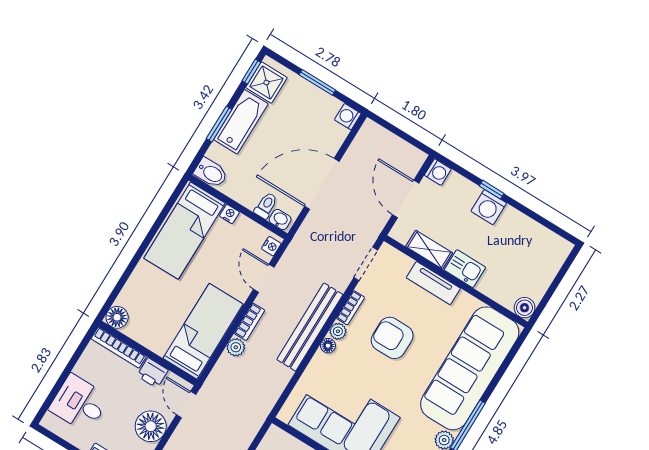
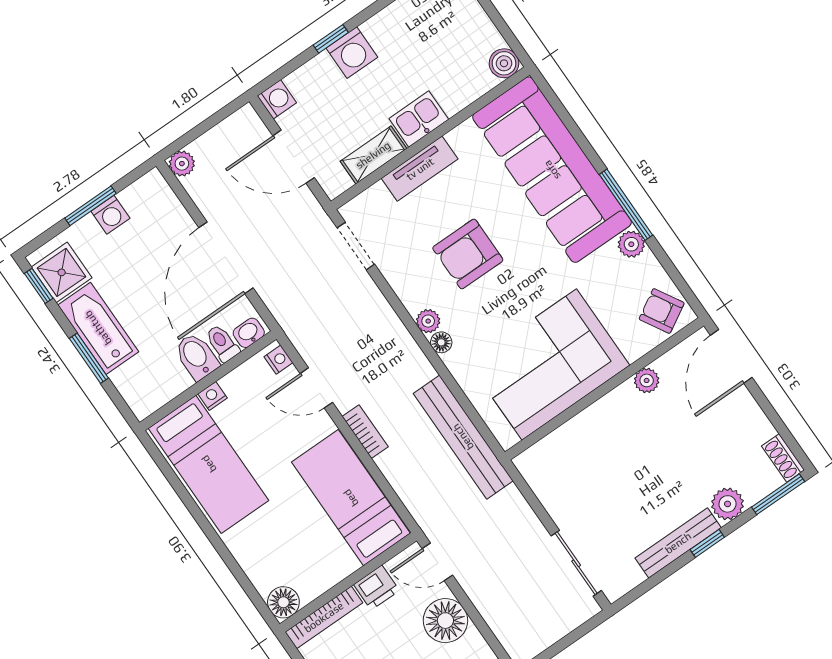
washing machine: (348, 117) -> (110, 215), moved, turned -90
bidet: (211, 173) -> (197, 356), moved, turned -90
bookcase: (350, 308) -> (404, 291), removed
bench: (310, 327) -> (463, 437), moved
plant: (236, 347) -> (182, 164), moved

